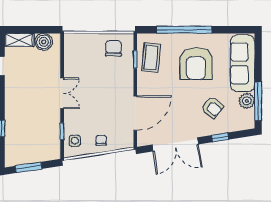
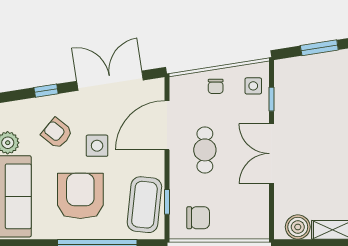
chair: (113, 48) -> (198, 218), turned -90
coffee table: (151, 58) -> (144, 205), width x1.36, depth x1.32
double door: (62, 93) -> (271, 154), width x1.37
cafe table: (109, 96) -> (205, 150), added
side table: (184, 99) -> (97, 146), added

